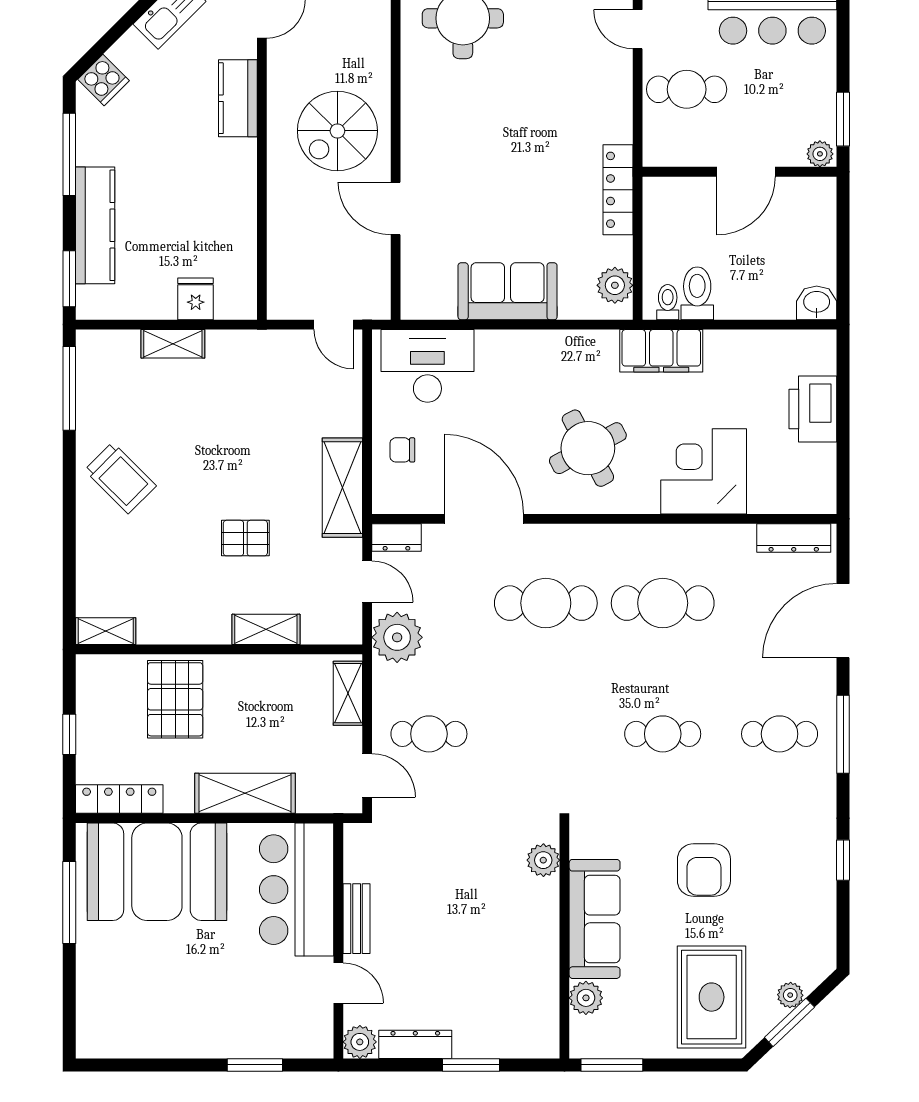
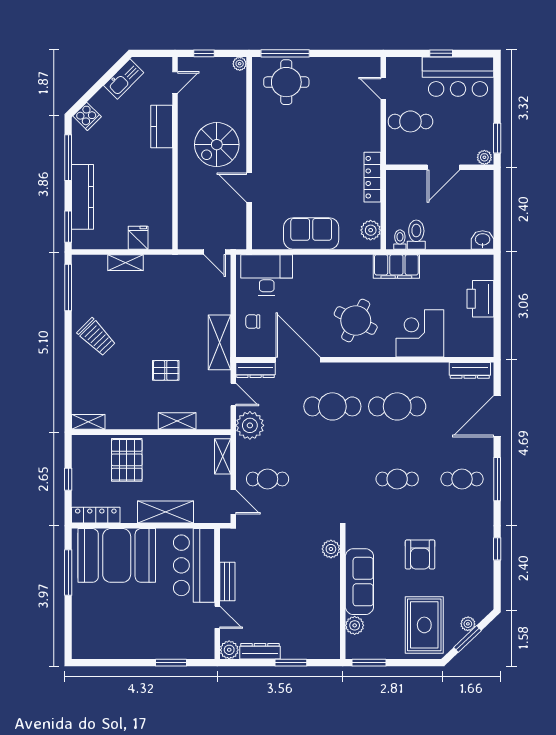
round table: (588, 448) -> (356, 321), turned -35
dresser: (396, 537) -> (256, 370), width x1.44

